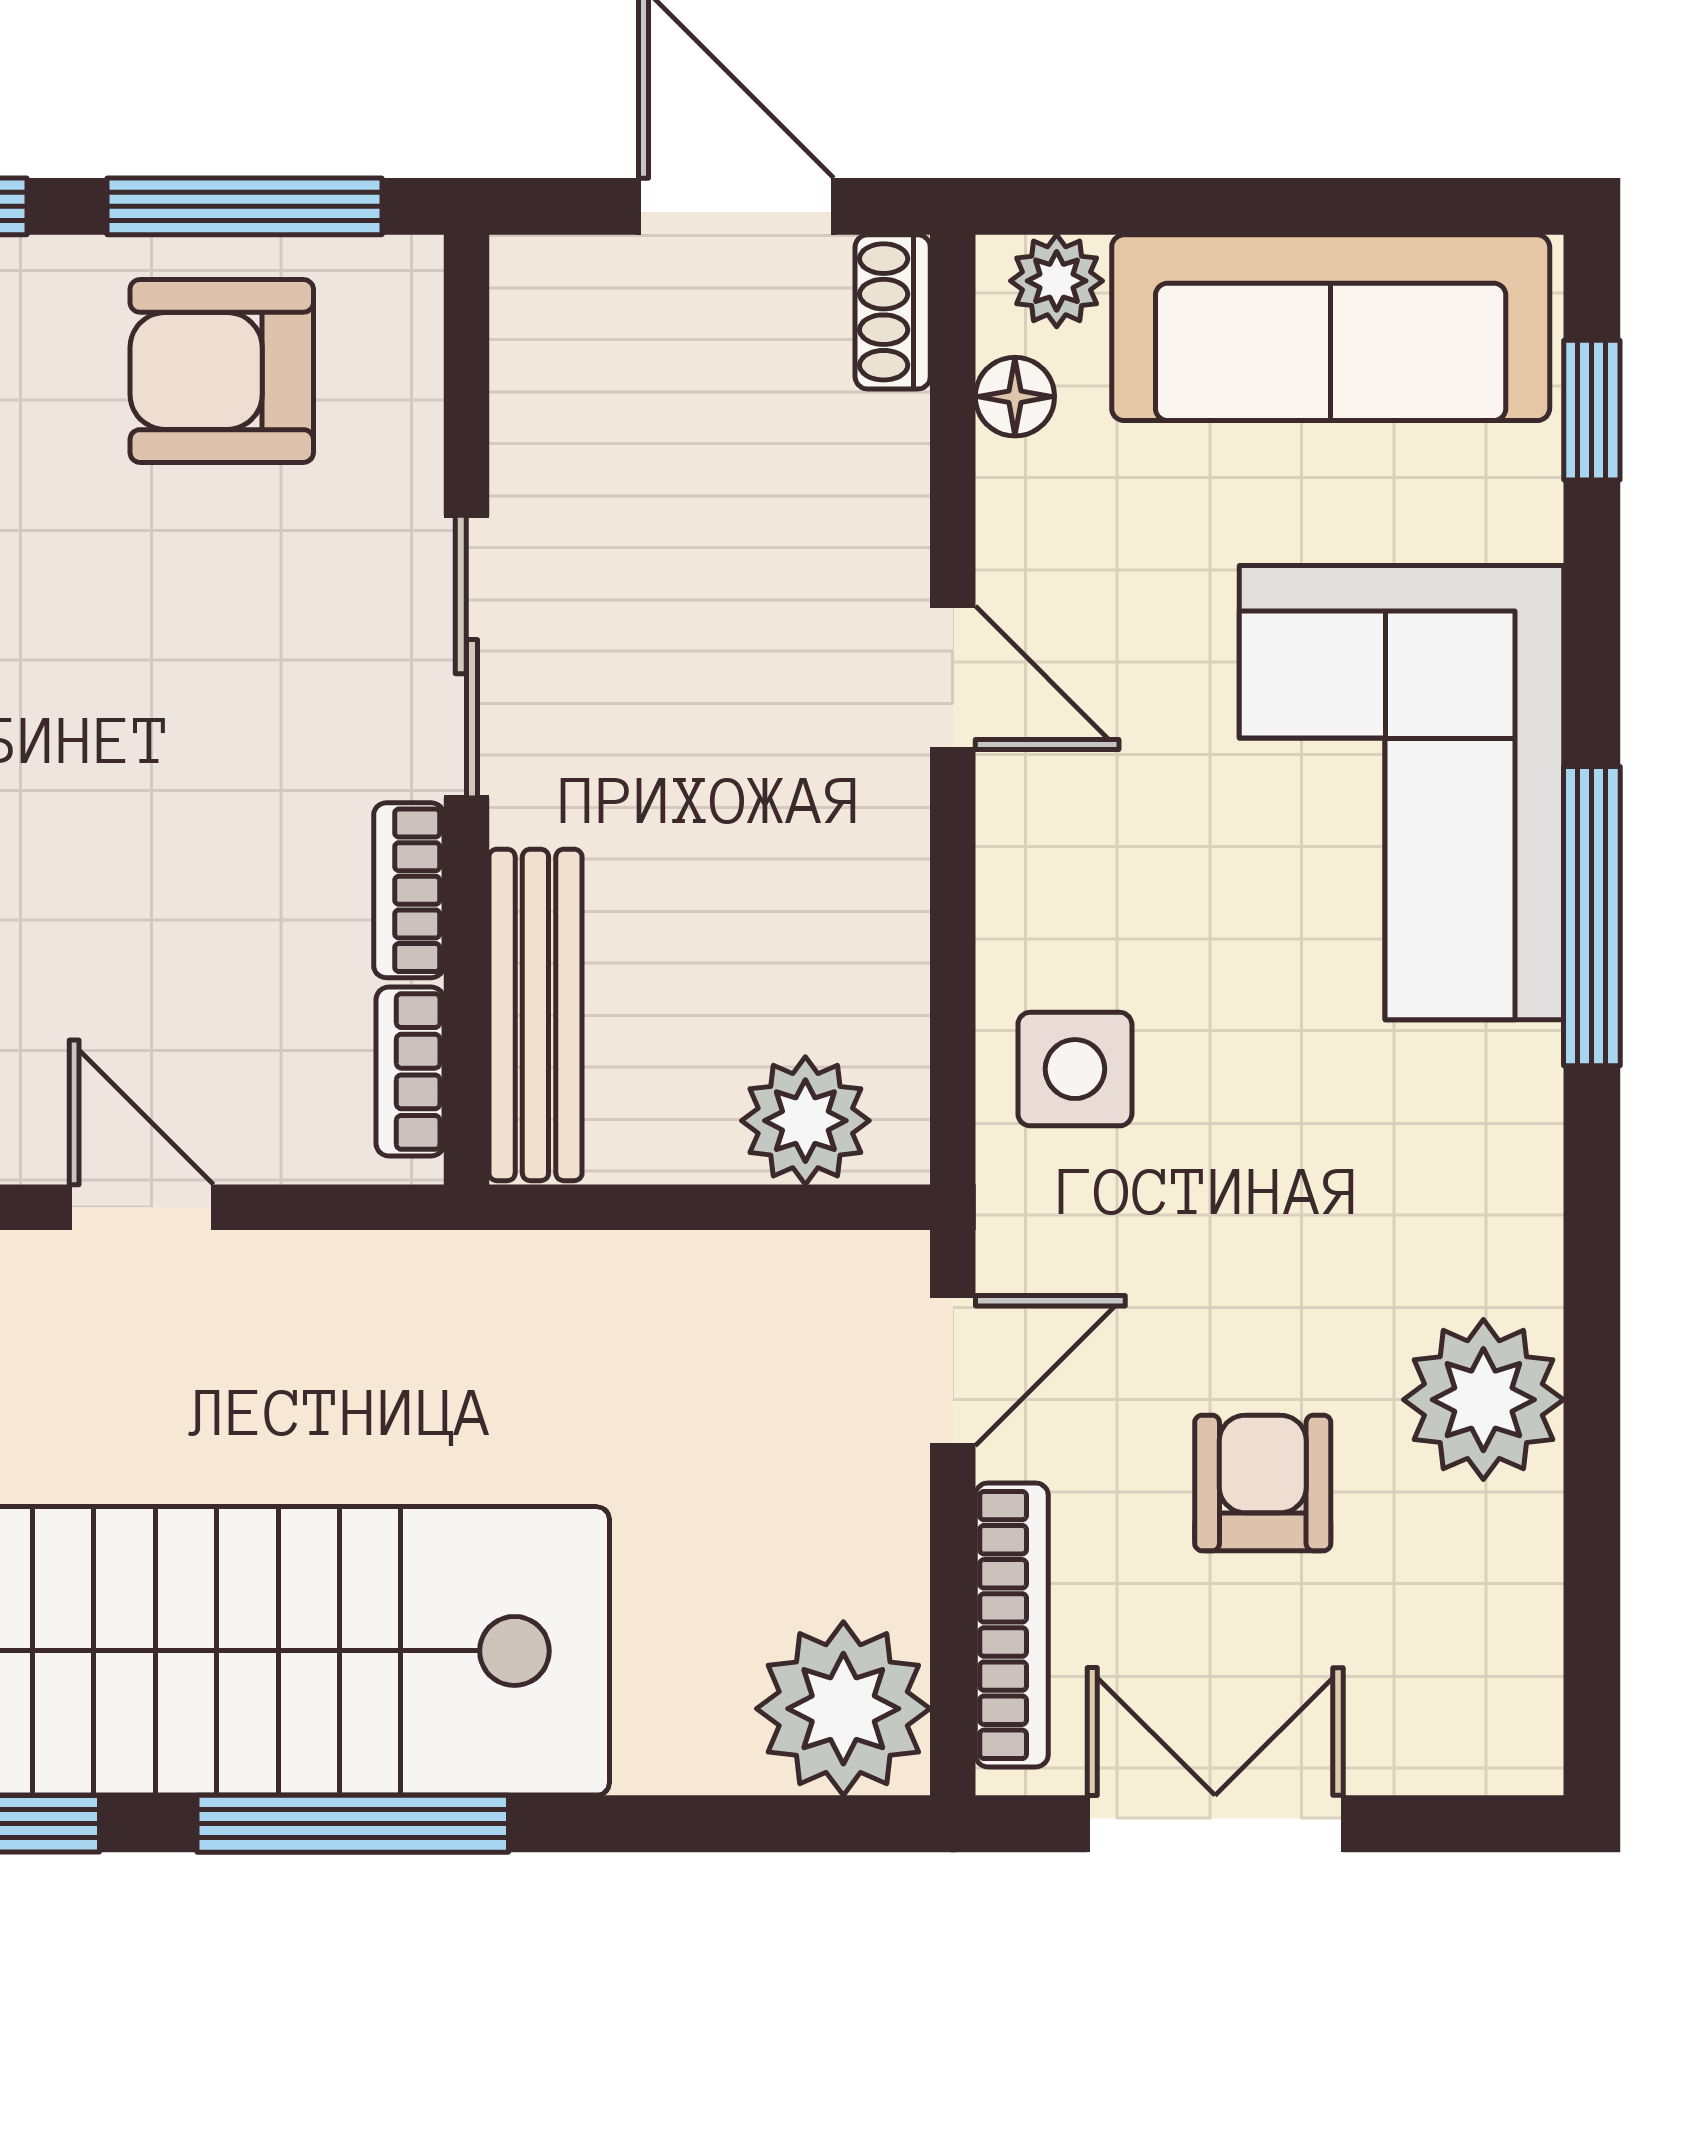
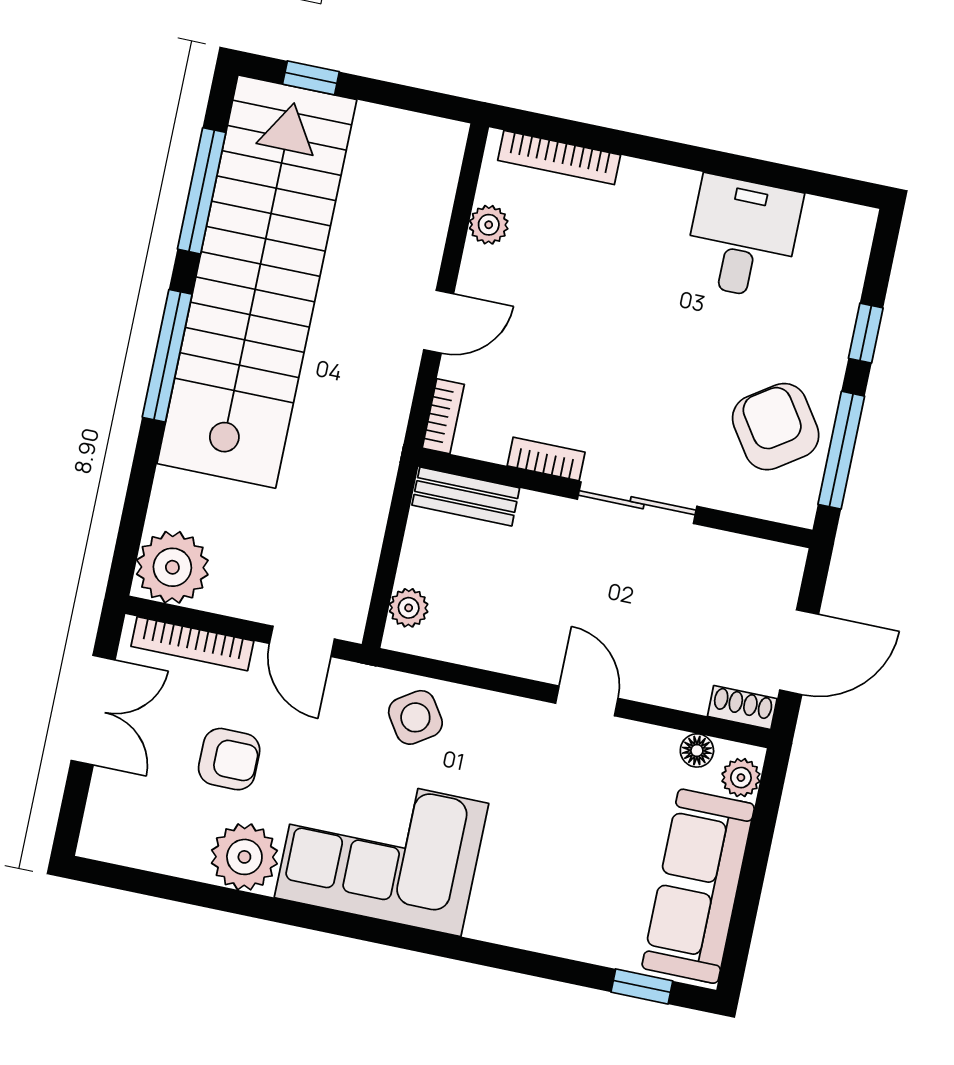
armchair: (222, 371) -> (776, 427), turned -34
door: (953, 678) -> (587, 701), swing flipped
corner sofa: (1401, 793) -> (382, 850), moved
window: (1592, 916) -> (434, 943), removed
bench: (535, 1015) -> (466, 497), width x0.73
side table: (1075, 1069) -> (415, 717), turned -33
bookcase: (410, 1072) -> (443, 416), moved, turned 90
plant: (805, 1121) -> (409, 608), width x0.73, depth x0.73

